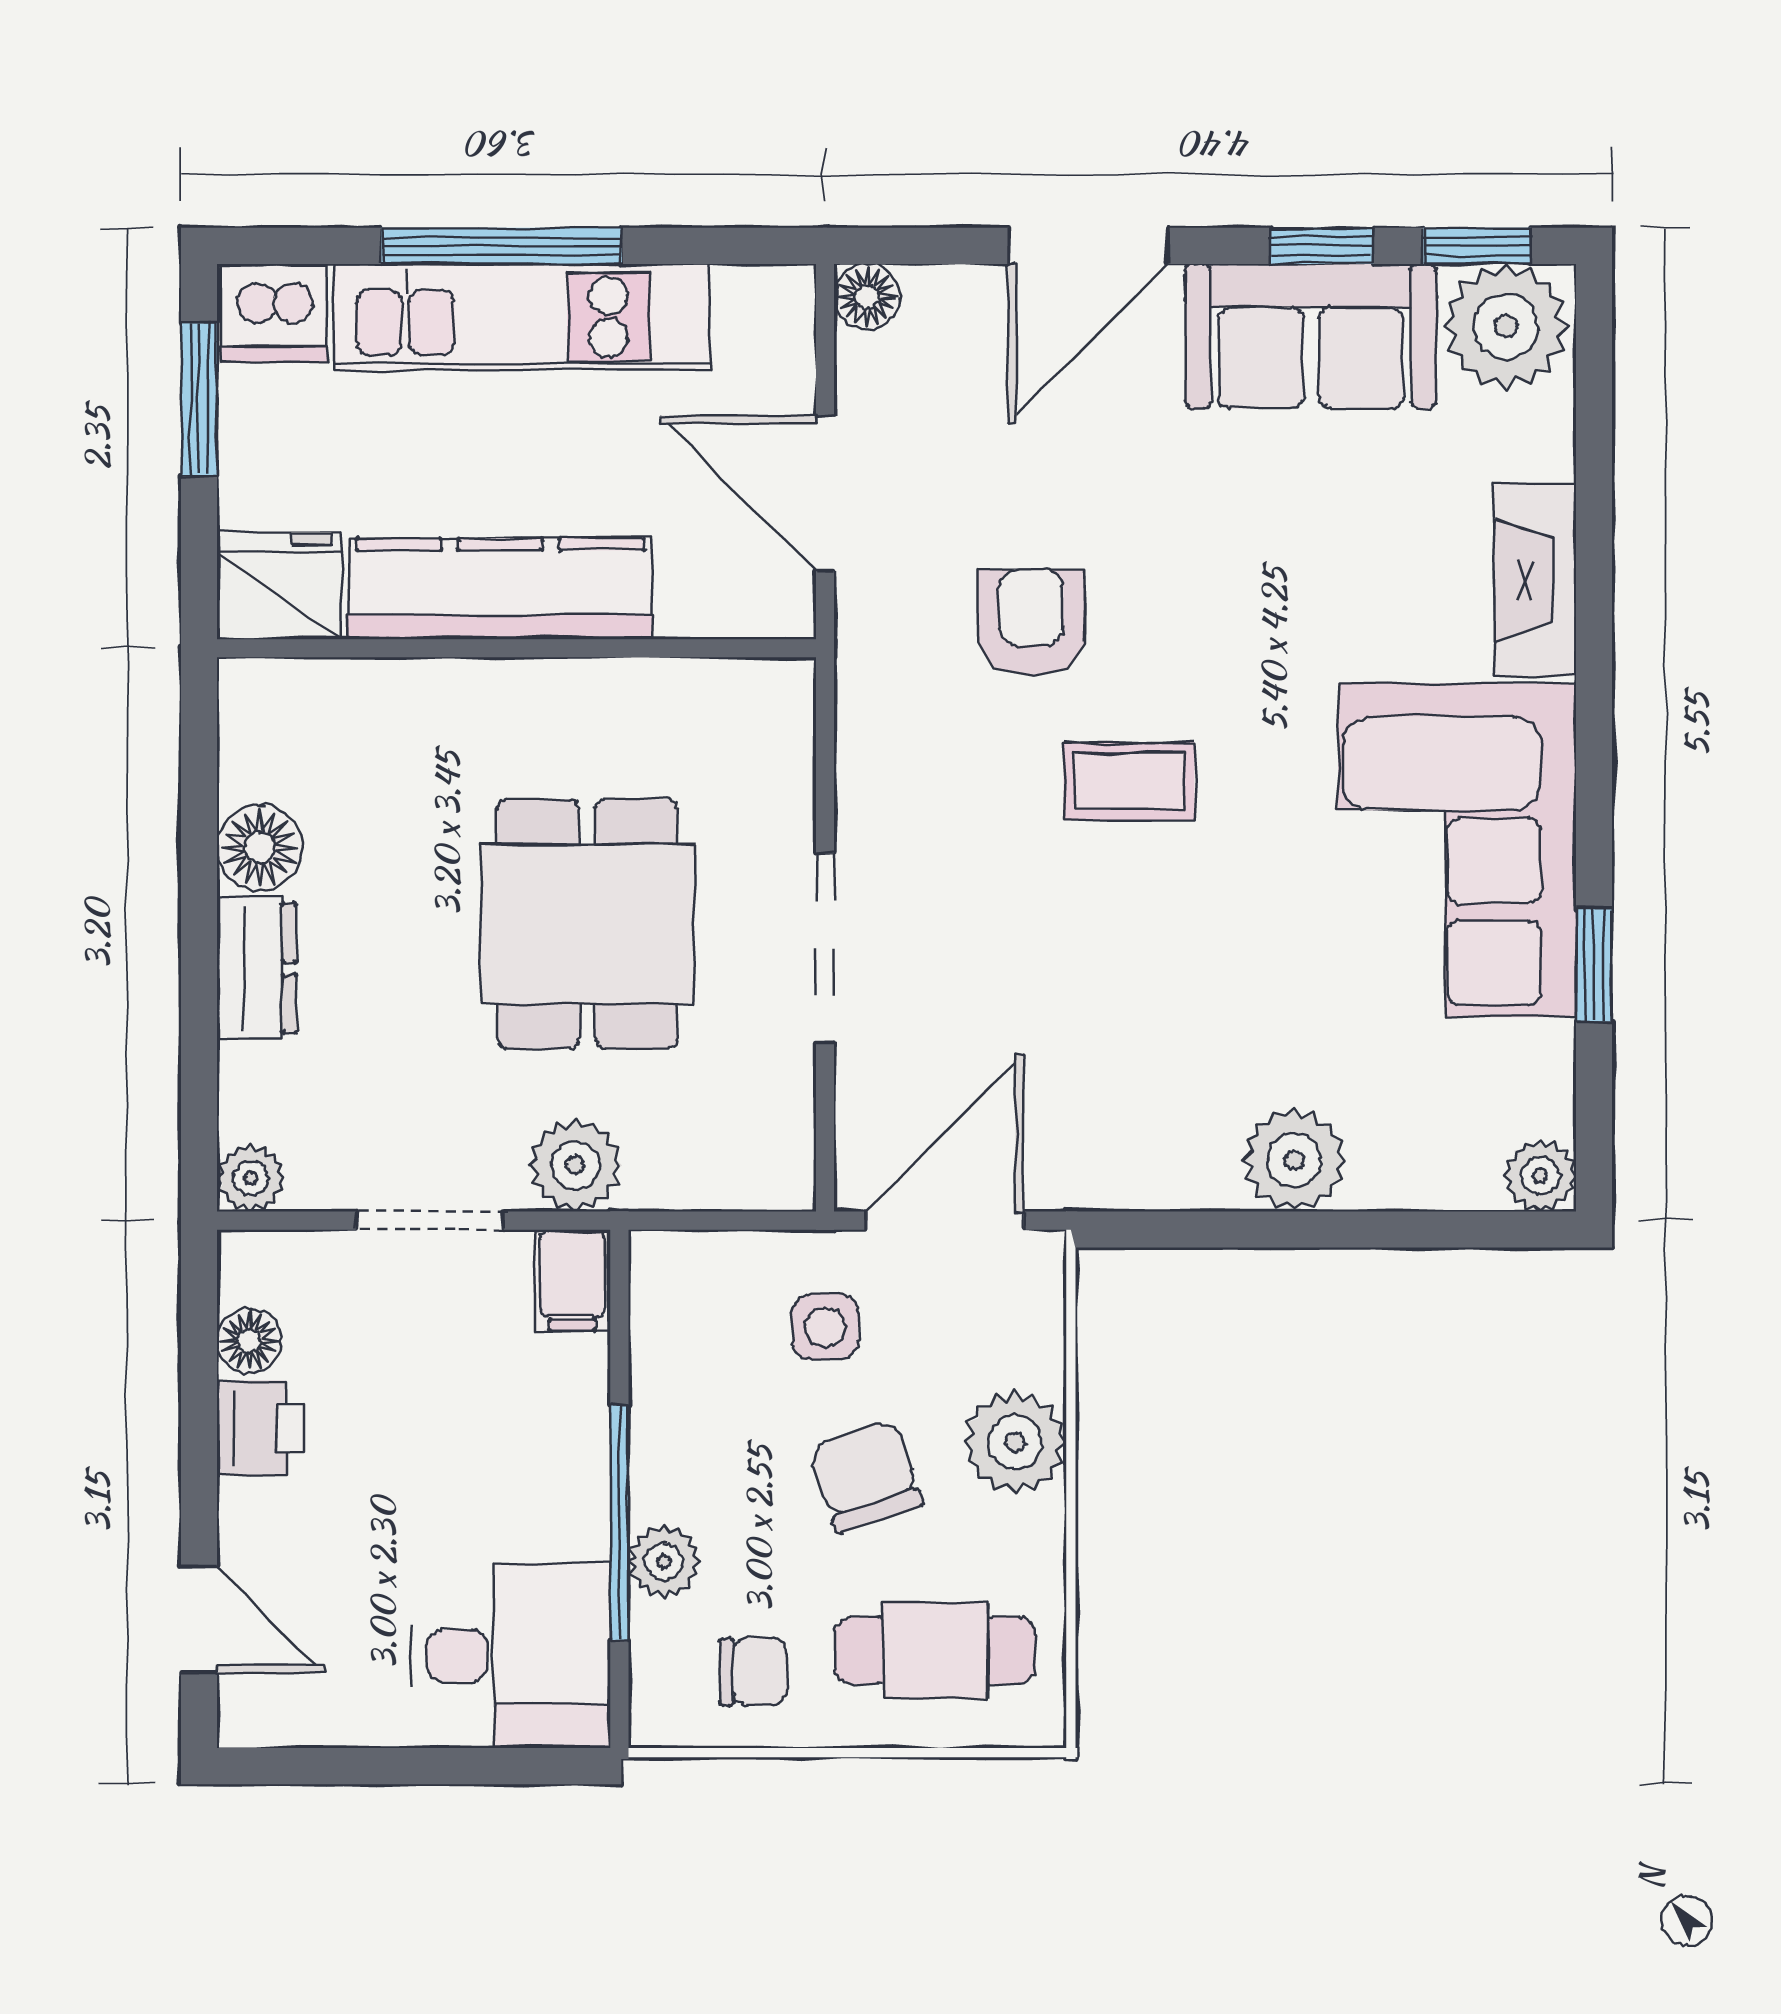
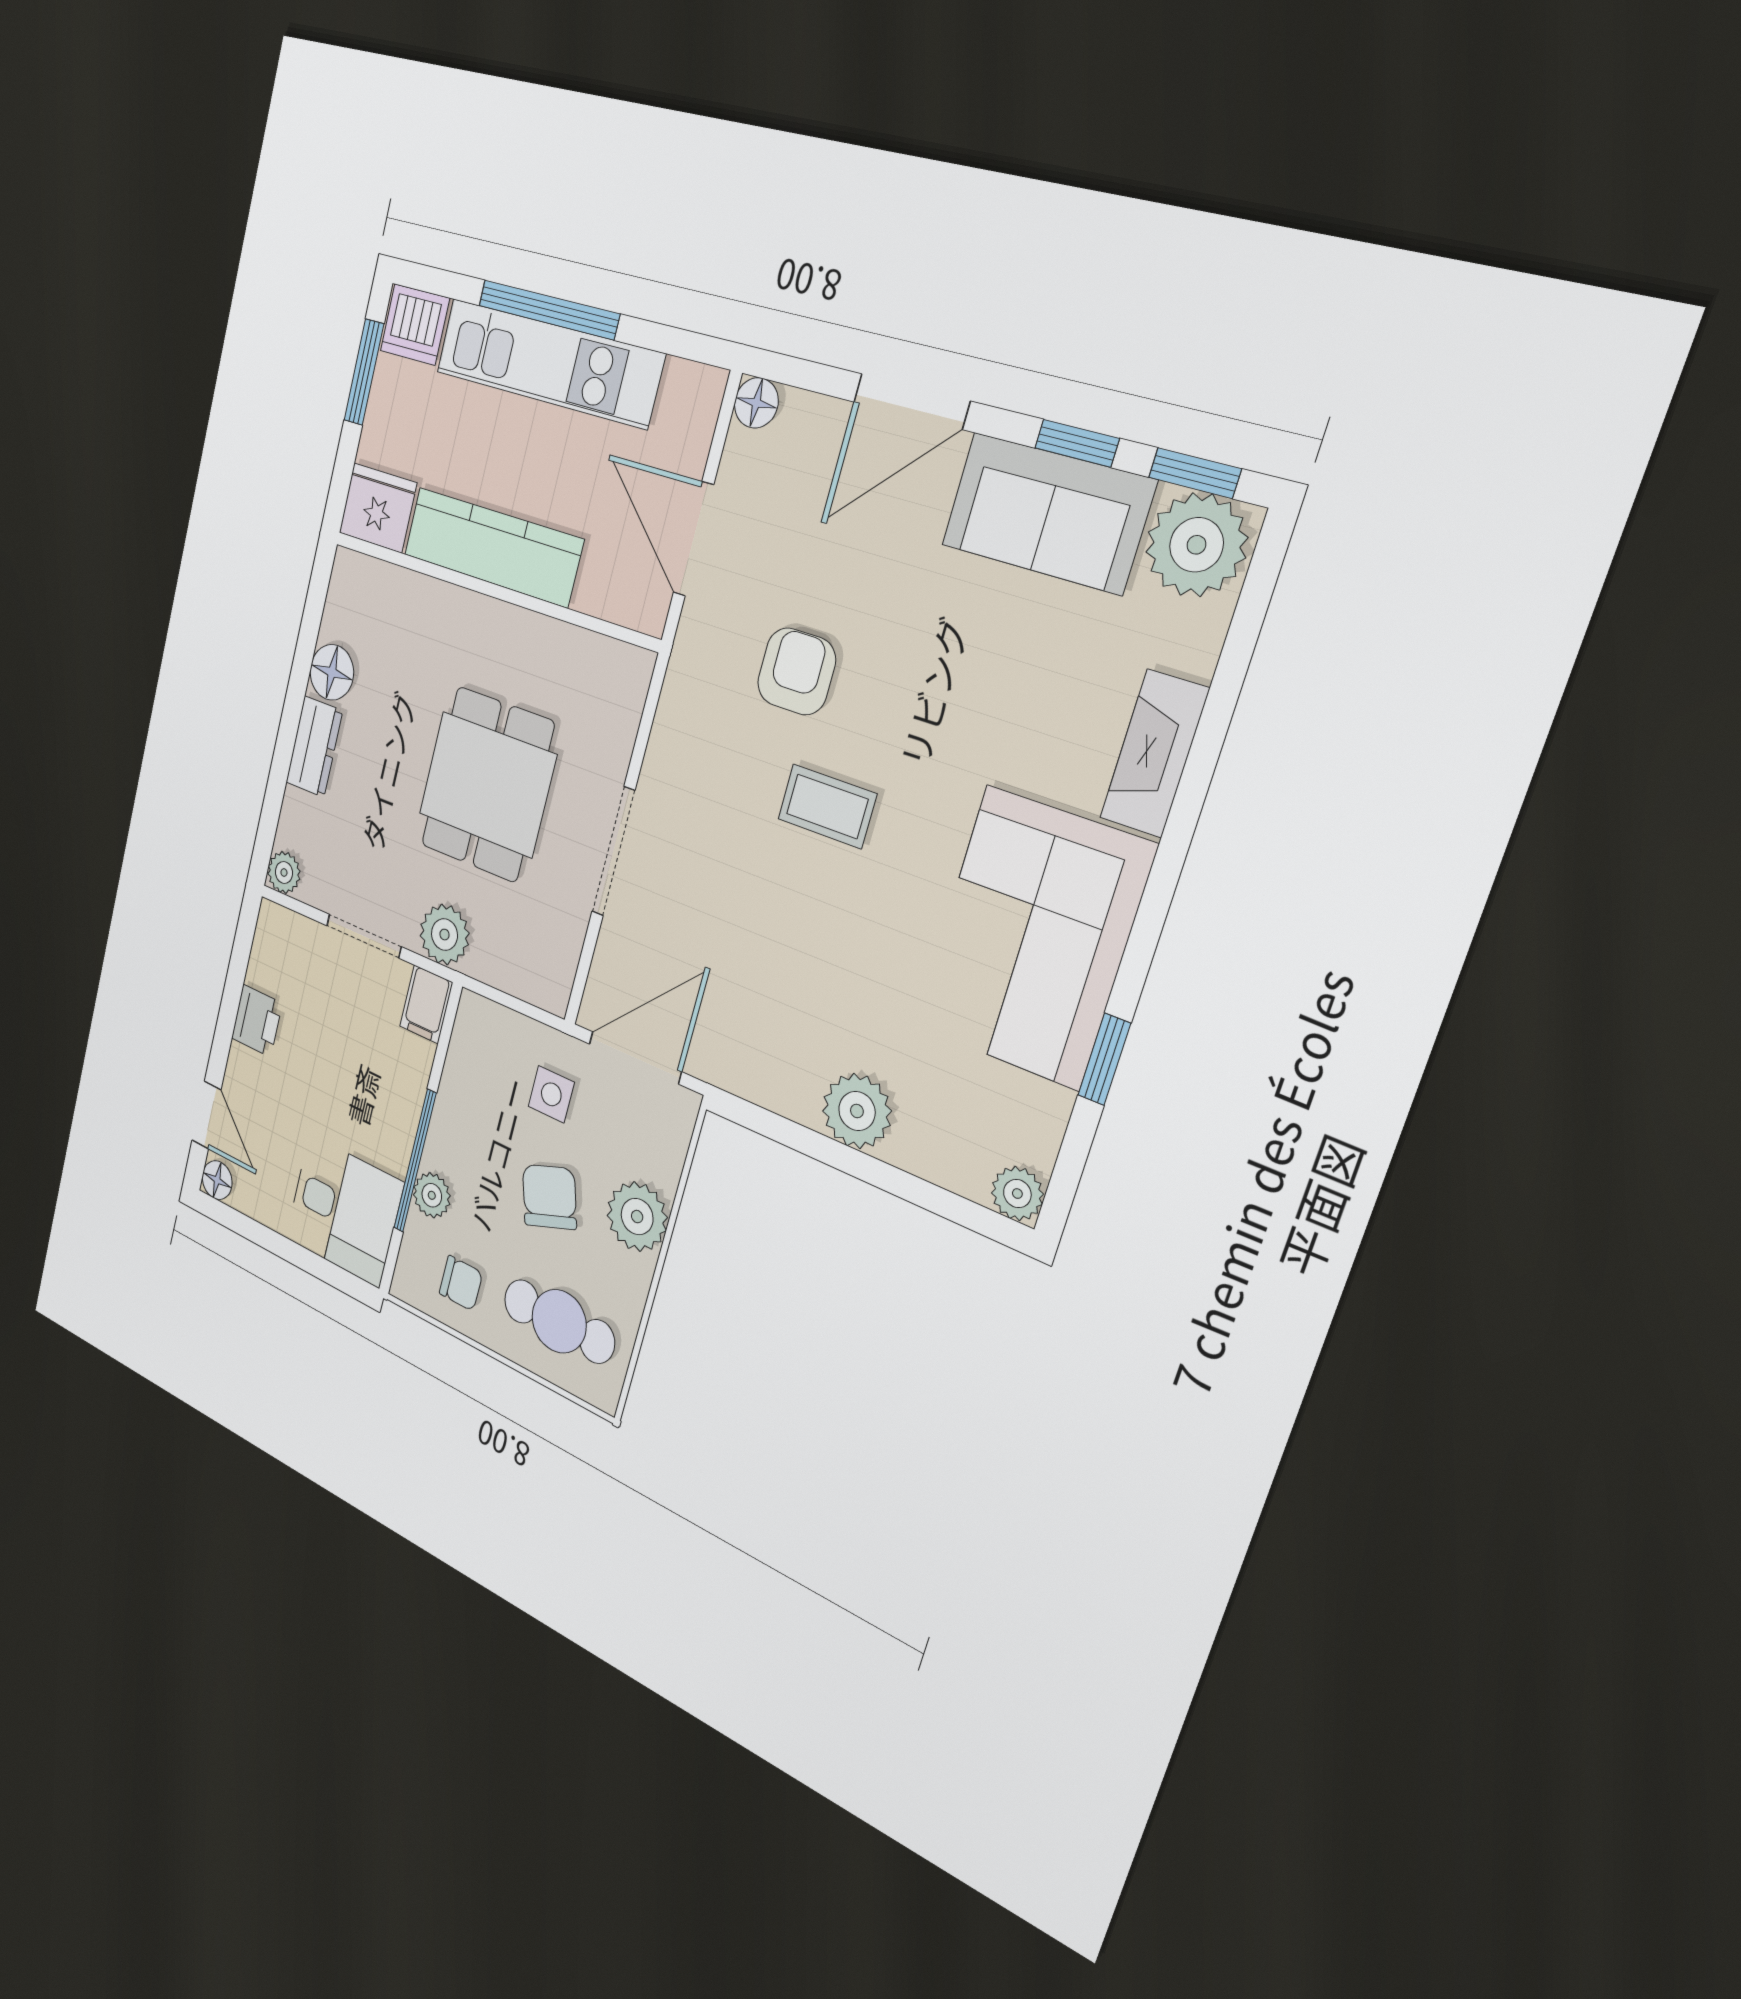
floor lamp: (249, 1341) -> (217, 1180), moved

